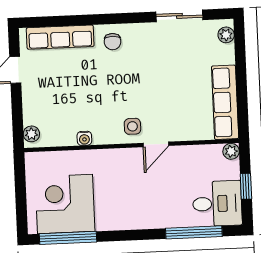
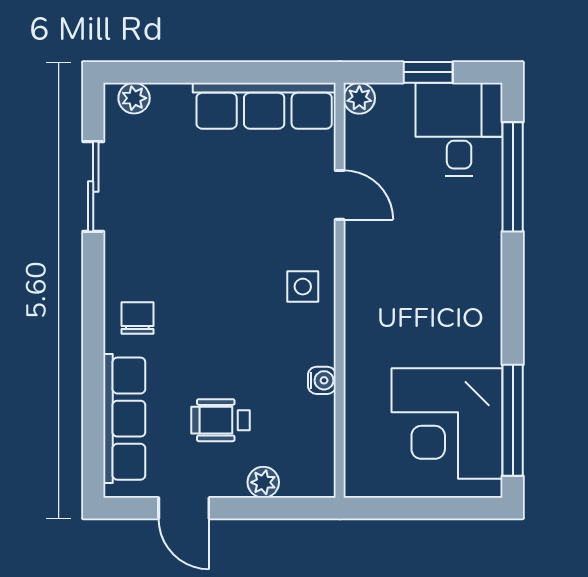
chair: (112, 42) -> (137, 318), turned -90
wheelchair: (62, 87) -> (220, 420), added
plant: (31, 134) -> (263, 482), moved
door: (156, 144) -> (340, 195), moved

